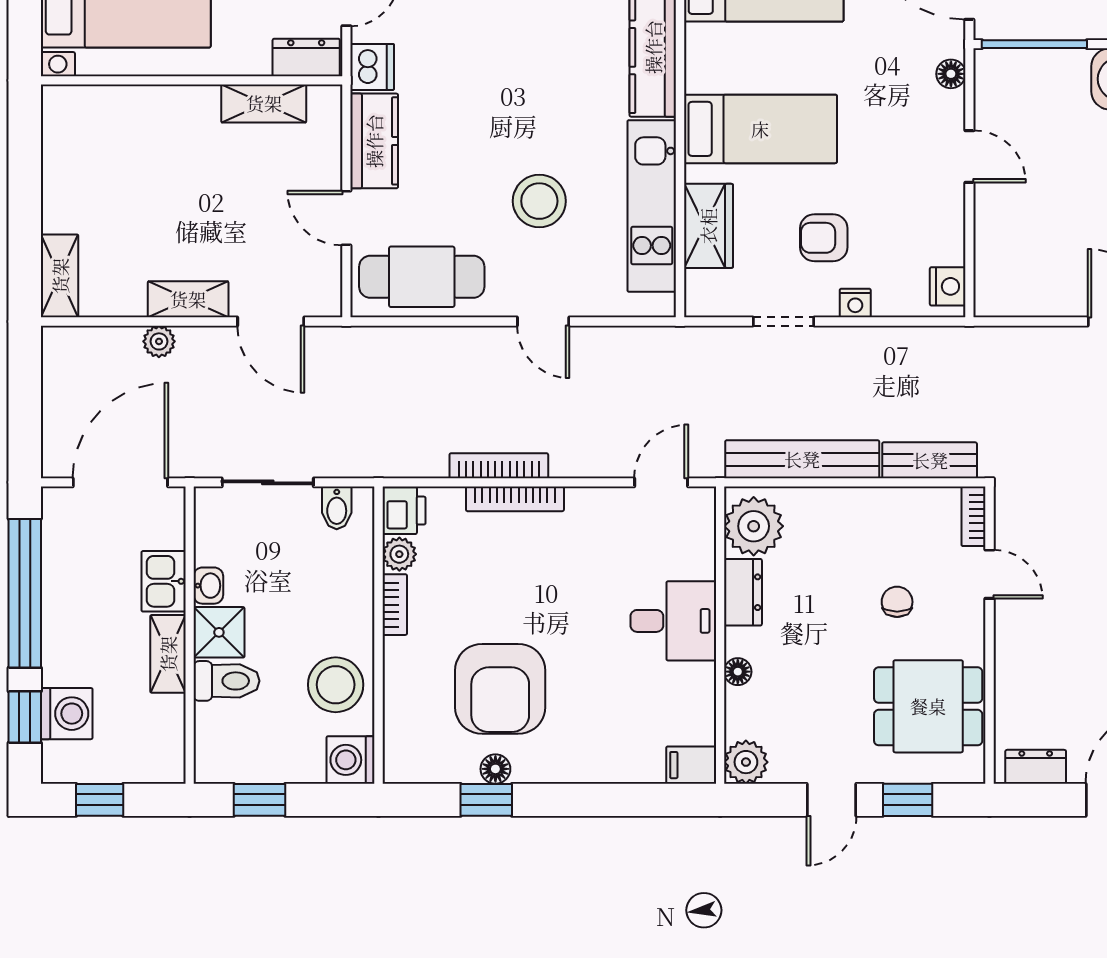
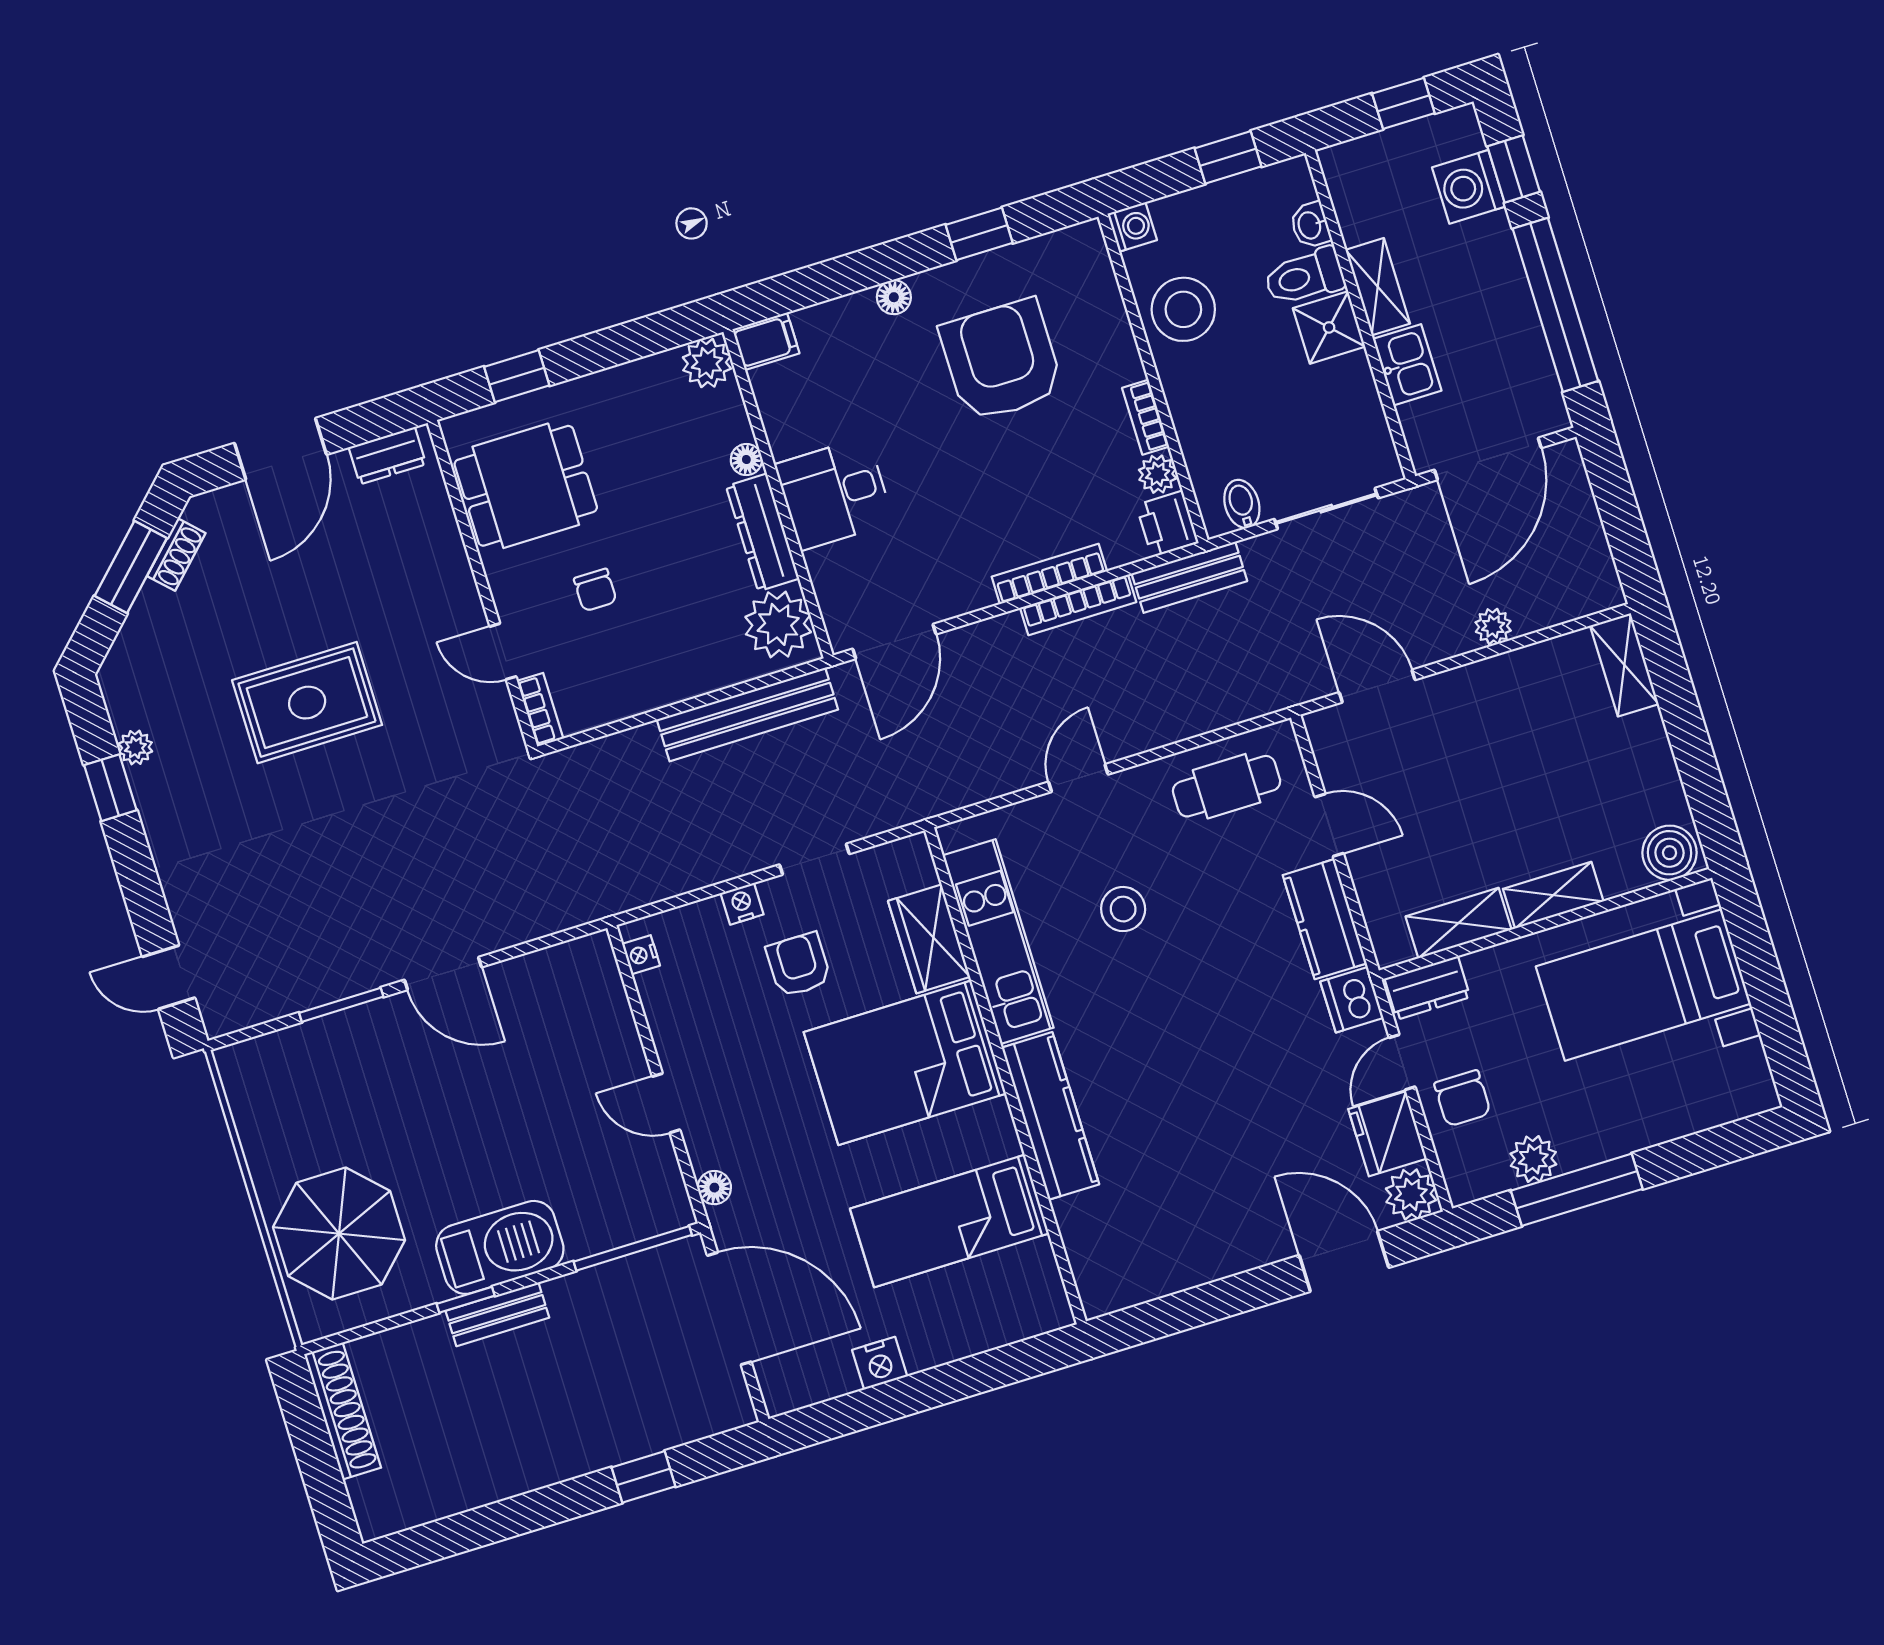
boiler: (70, 108) -> (1670, 853), added
bed: (760, 129) -> (905, 1063), width x1.50
stool: (539, 201) -> (1123, 909), width x0.73, depth x0.73
armchair: (824, 238) -> (799, 965), turned -90
cafe table: (422, 277) -> (1227, 786), width x0.73, depth x0.74
nightstand: (948, 286) -> (641, 955), width x0.72, depth x0.74
shelving: (188, 299) -> (1553, 895), moved
door: (543, 322) -> (1078, 778), hinge flipped
bench: (930, 460) -> (1189, 577), moved
door: (661, 482) -> (894, 641), width x1.37
washbasin: (208, 586) -> (1310, 225), moved
dresser: (743, 592) -> (763, 532), width x1.44
washing machine: (351, 760) -> (1132, 227), width x0.73, depth x0.73
floor lamp: (495, 769) -> (894, 297), moved
door: (832, 800) -> (600, 350), removed

